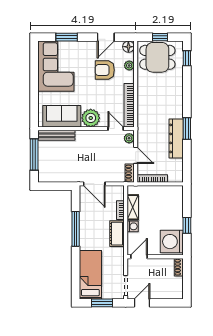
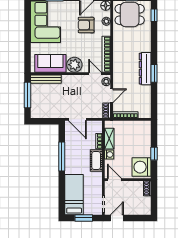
dresser: (176, 138) -> (145, 69), moved
door: (136, 155) -> (112, 96), hinge flipped
door: (139, 257) -> (114, 180), hinge flipped

